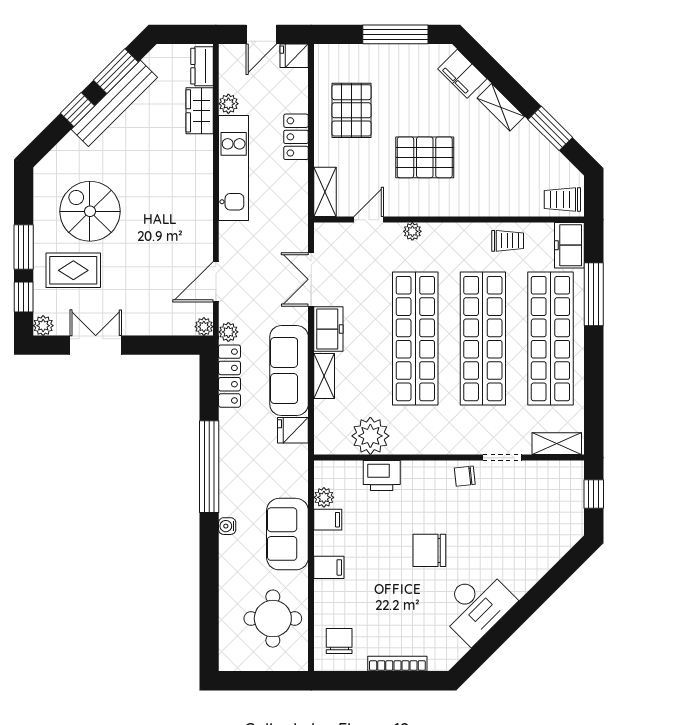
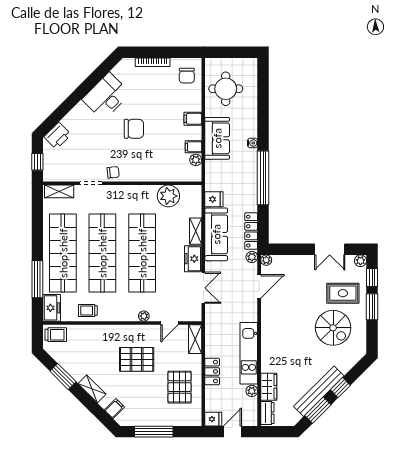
filing cabinet: (462, 74) -> (115, 409), width x0.50
printer: (382, 476) -> (58, 136), moved, turned 135

